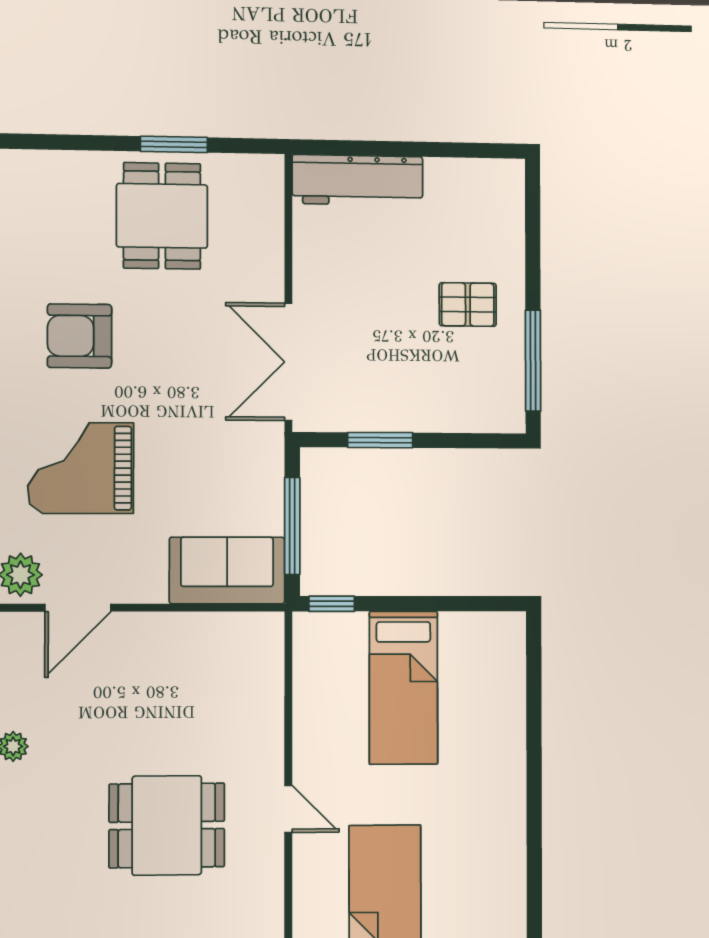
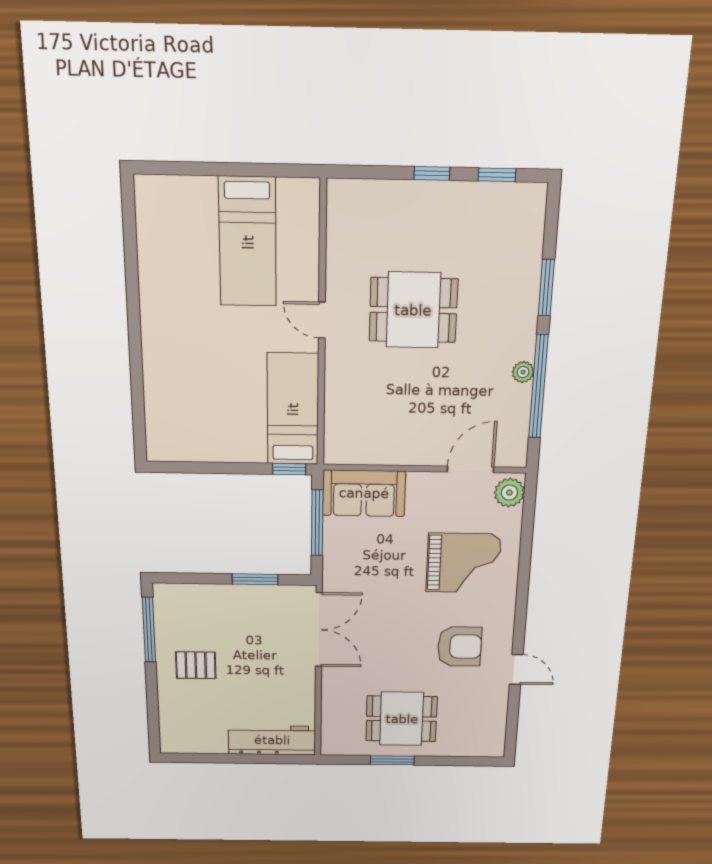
dining table: (162, 216) -> (402, 719), turned 90
bed: (403, 688) -> (293, 409), moved

